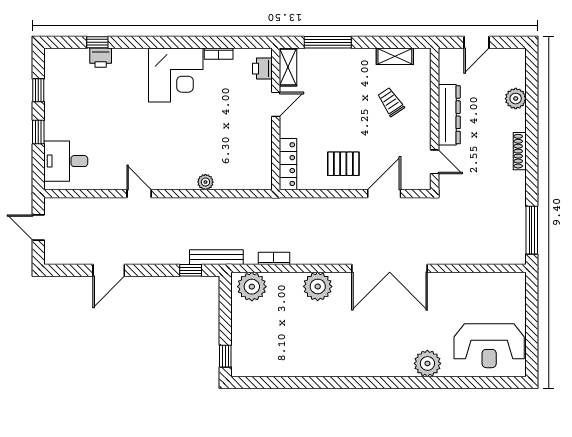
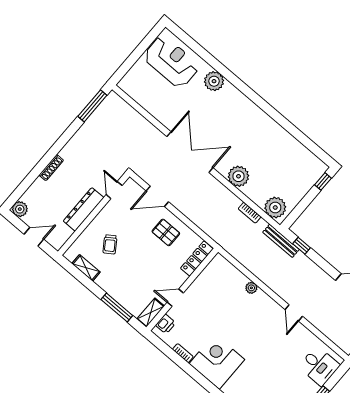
plant: (516, 99) -> (20, 209), moved
shoe rack: (520, 151) -> (51, 168), moved

